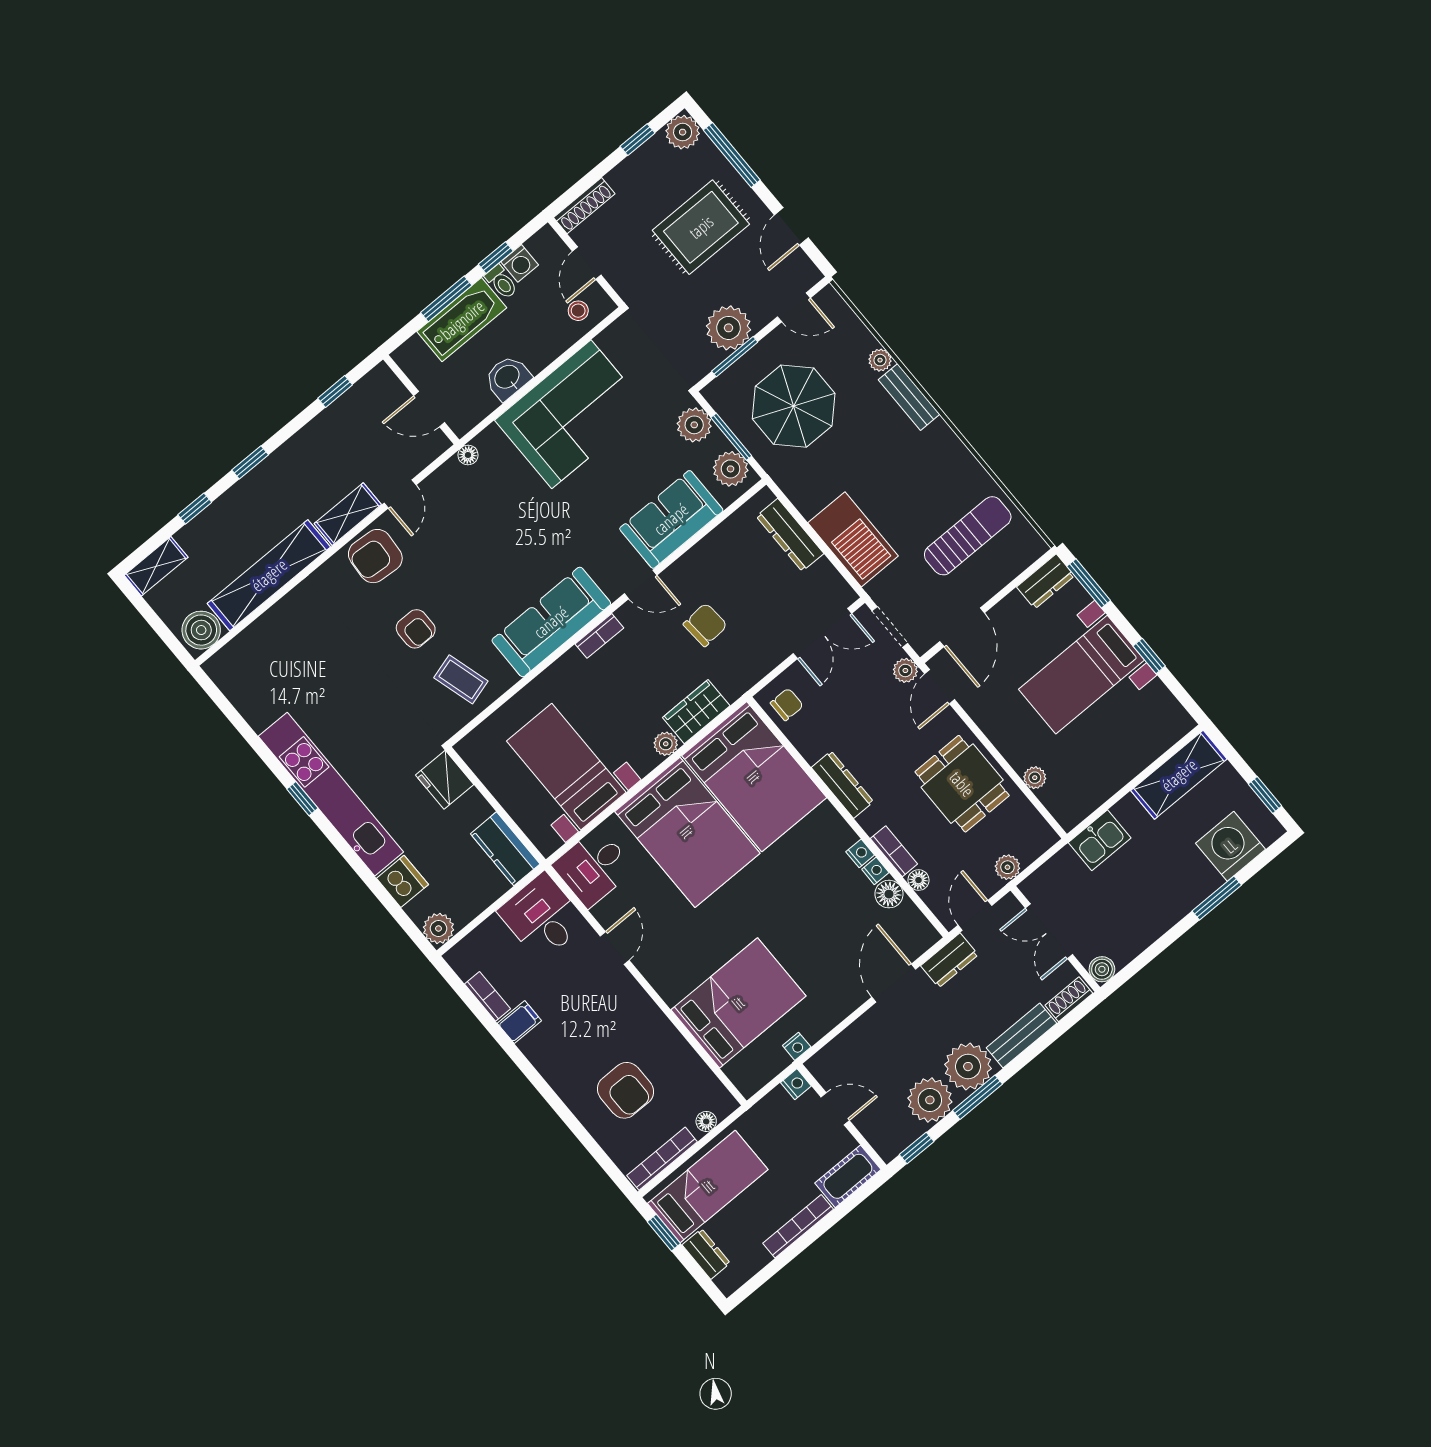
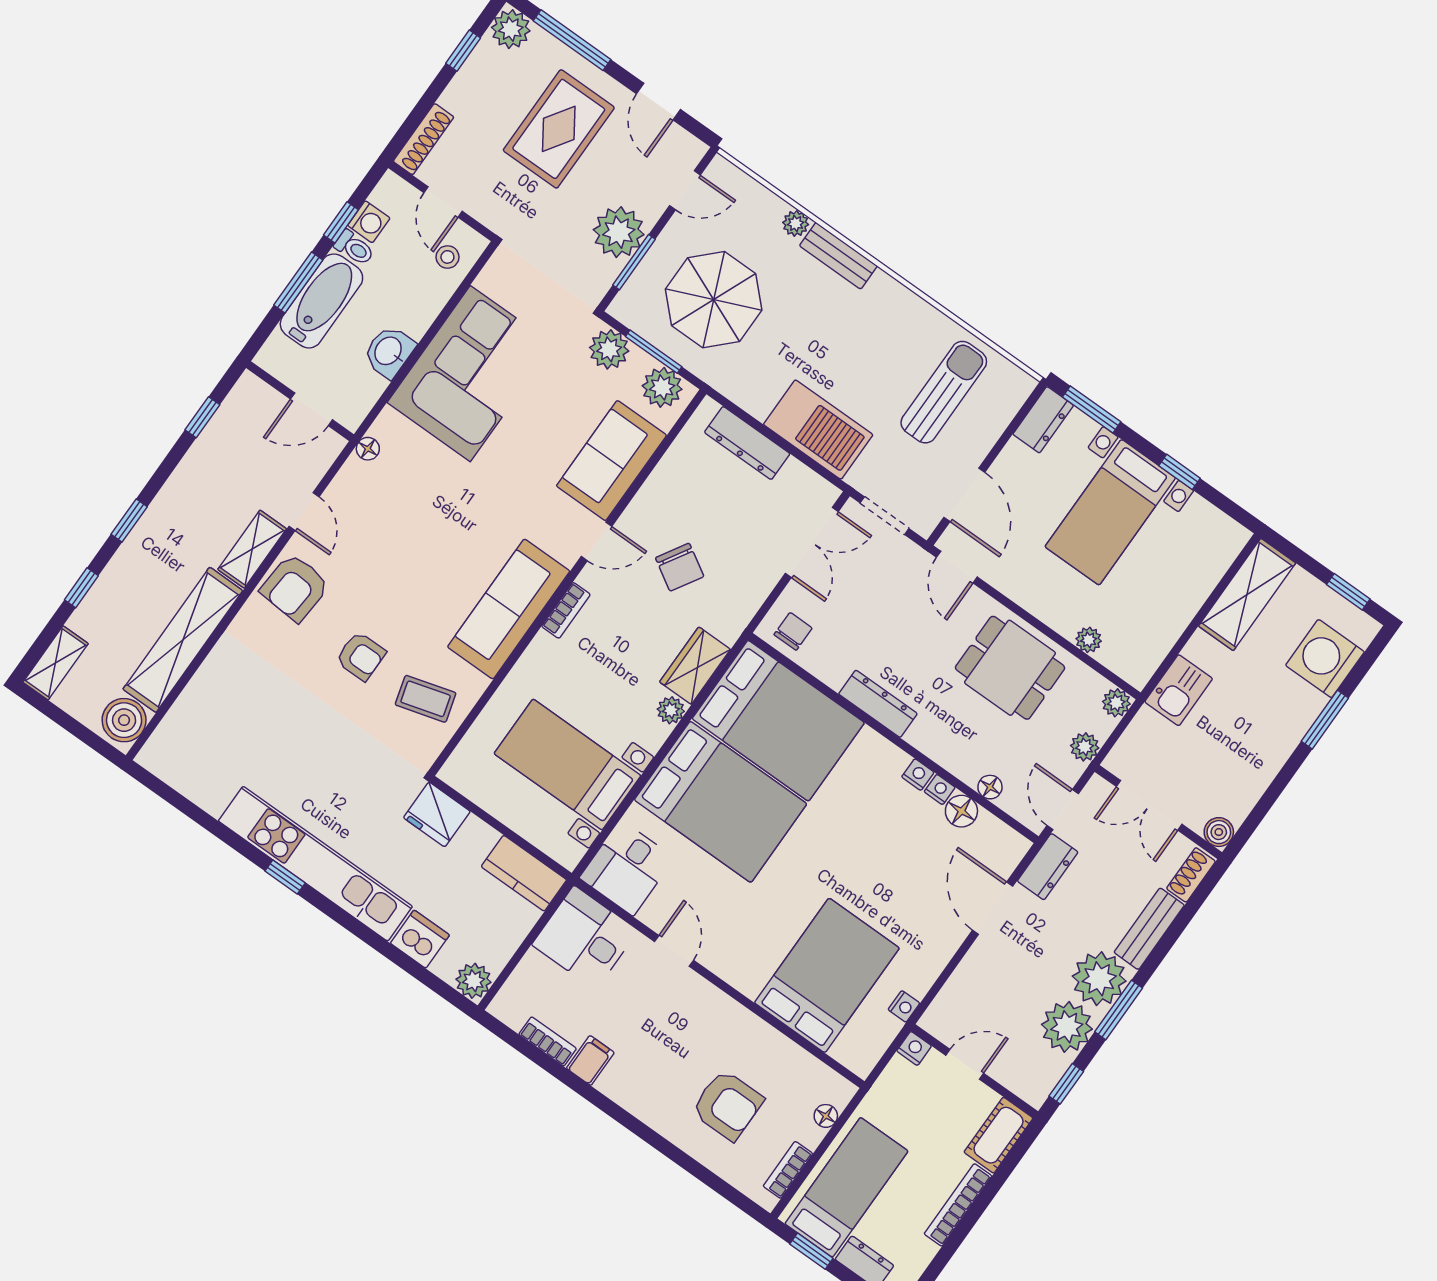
chair: (705, 625) -> (680, 567), turned 125
plant: (905, 670) -> (1116, 703), moved
bookcase: (894, 851) -> (954, 762), removed
bookcase: (662, 1159) -> (788, 1170), width x0.64

